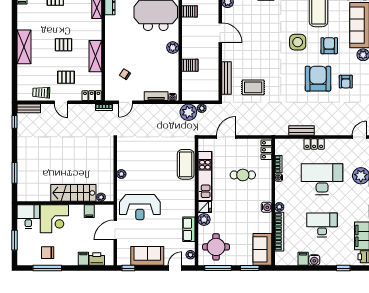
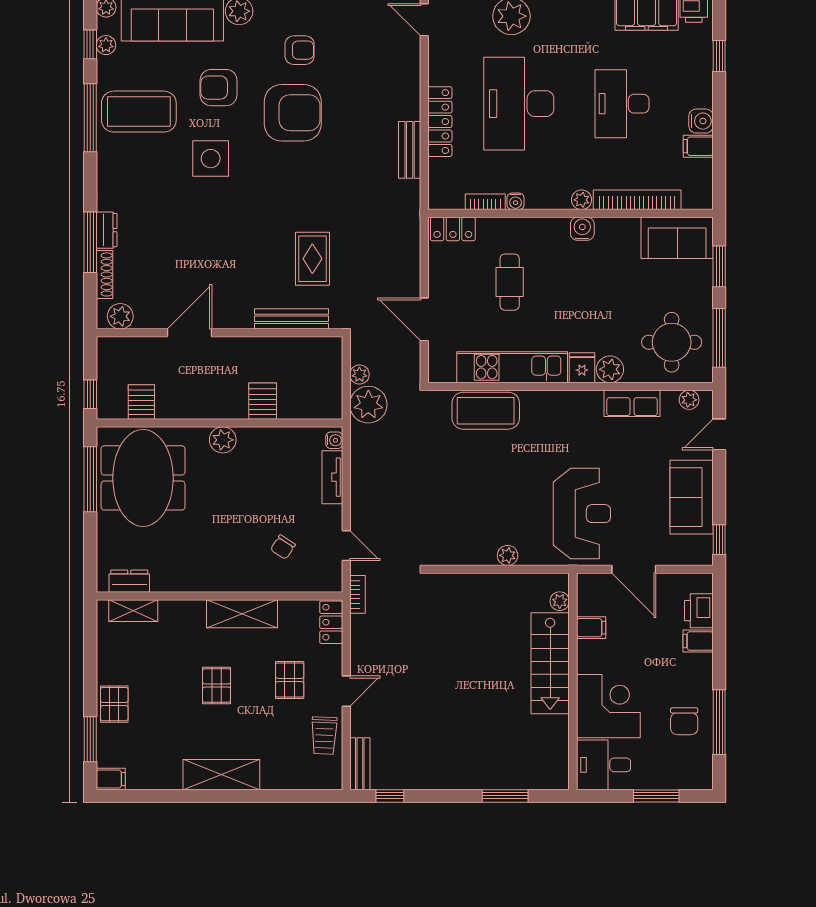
armchair: (318, 79) -> (293, 113), turned 180
locker: (314, 144) -> (440, 122), width x1.53
door: (175, 268) -> (719, 434), hinge flipped

